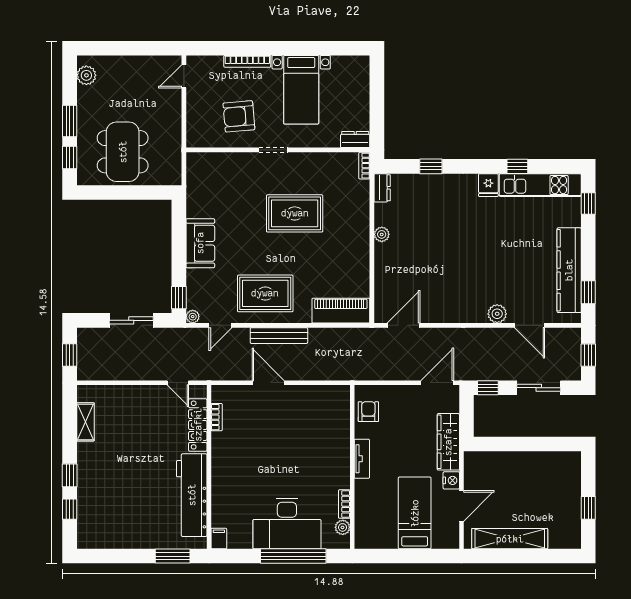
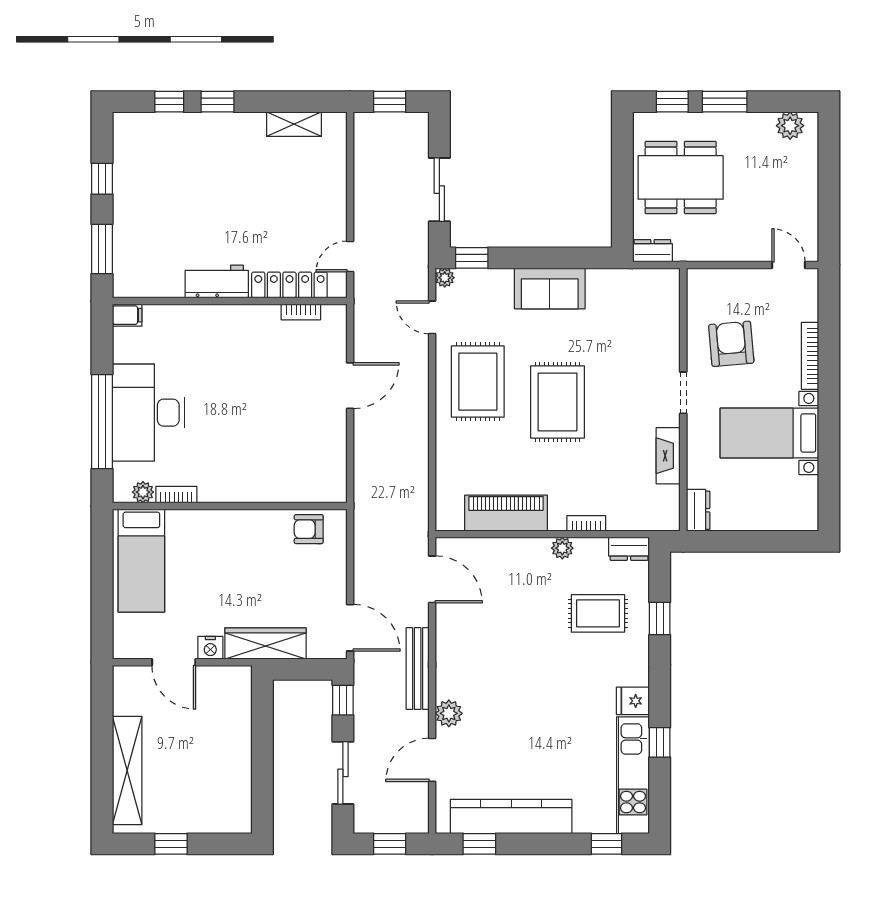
fireplace: (317, 160) -> (668, 456), added
bookcase: (364, 166) -> (586, 523), moved
dresser: (174, 171) -> (652, 251), added
rug: (427, 210) -> (598, 613), added
rug: (295, 213) -> (558, 402), moved
piano: (341, 311) -> (506, 513), moved, turned -90
bench: (279, 336) -> (418, 669), moved
armchair: (368, 412) -> (309, 529), turned 180
tv unit: (362, 459) -> (241, 520), removed
workbench: (192, 495) -> (217, 282), width x0.53, depth x0.76
bed: (415, 513) -> (141, 561), moved, turned 90
shelving: (510, 539) -> (127, 770), moved
window: (124, 556) -> (102, 179), added

